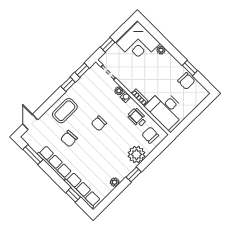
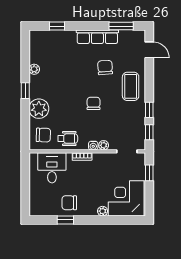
chair: (186, 81) -> (69, 203), moved
desk: (166, 109) -> (52, 168), width x0.73
row of seats: (82, 190) -> (53, 37), removed

